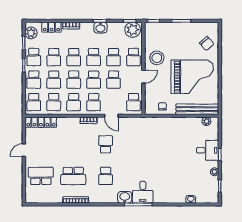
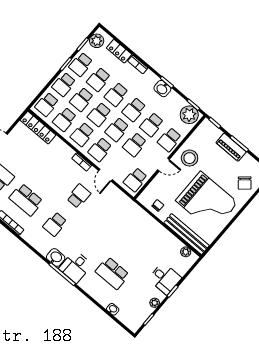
piano: (178, 28) -> (231, 147), added
school desk: (170, 176) -> (112, 273), added

